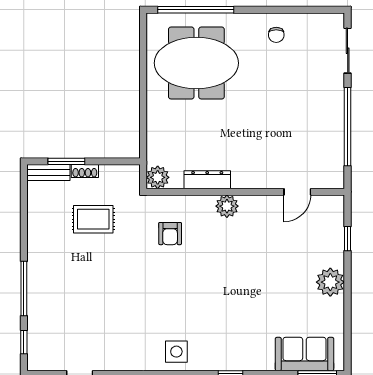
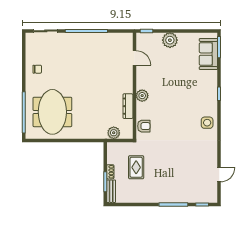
dresser: (207, 180) -> (128, 106), moved
wall: (245, 192) -> (134, 86), moved
door: (297, 192) -> (134, 58), moved
plant: (227, 206) -> (142, 96), moved

